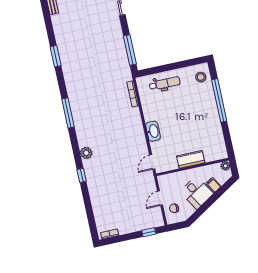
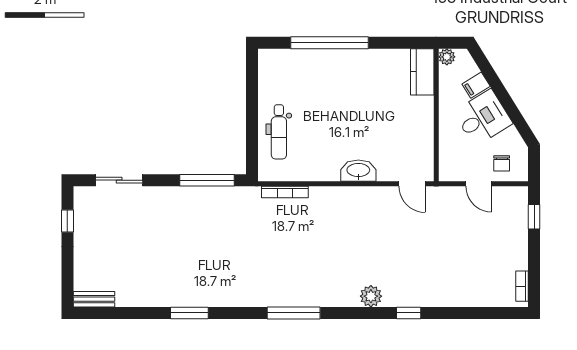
stool: (201, 77) -> (282, 66), removed
dental chair: (165, 83) -> (279, 132), turned 180
kitchen counter: (191, 159) -> (422, 72), moved

